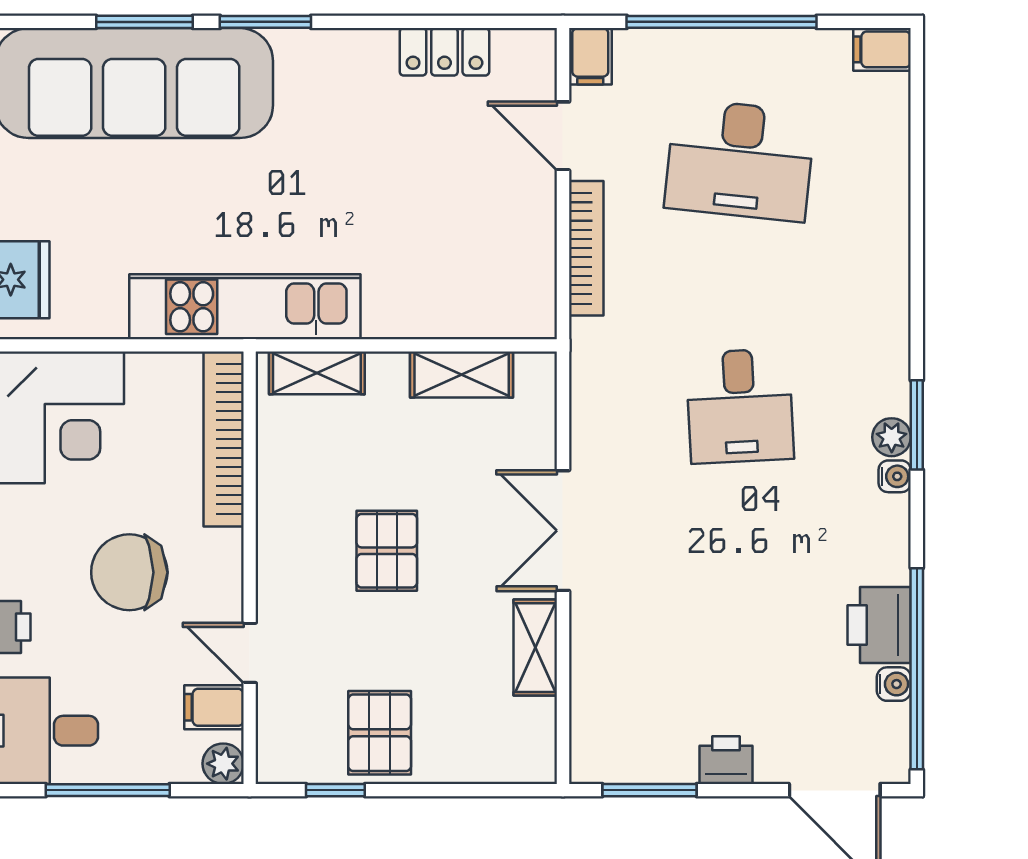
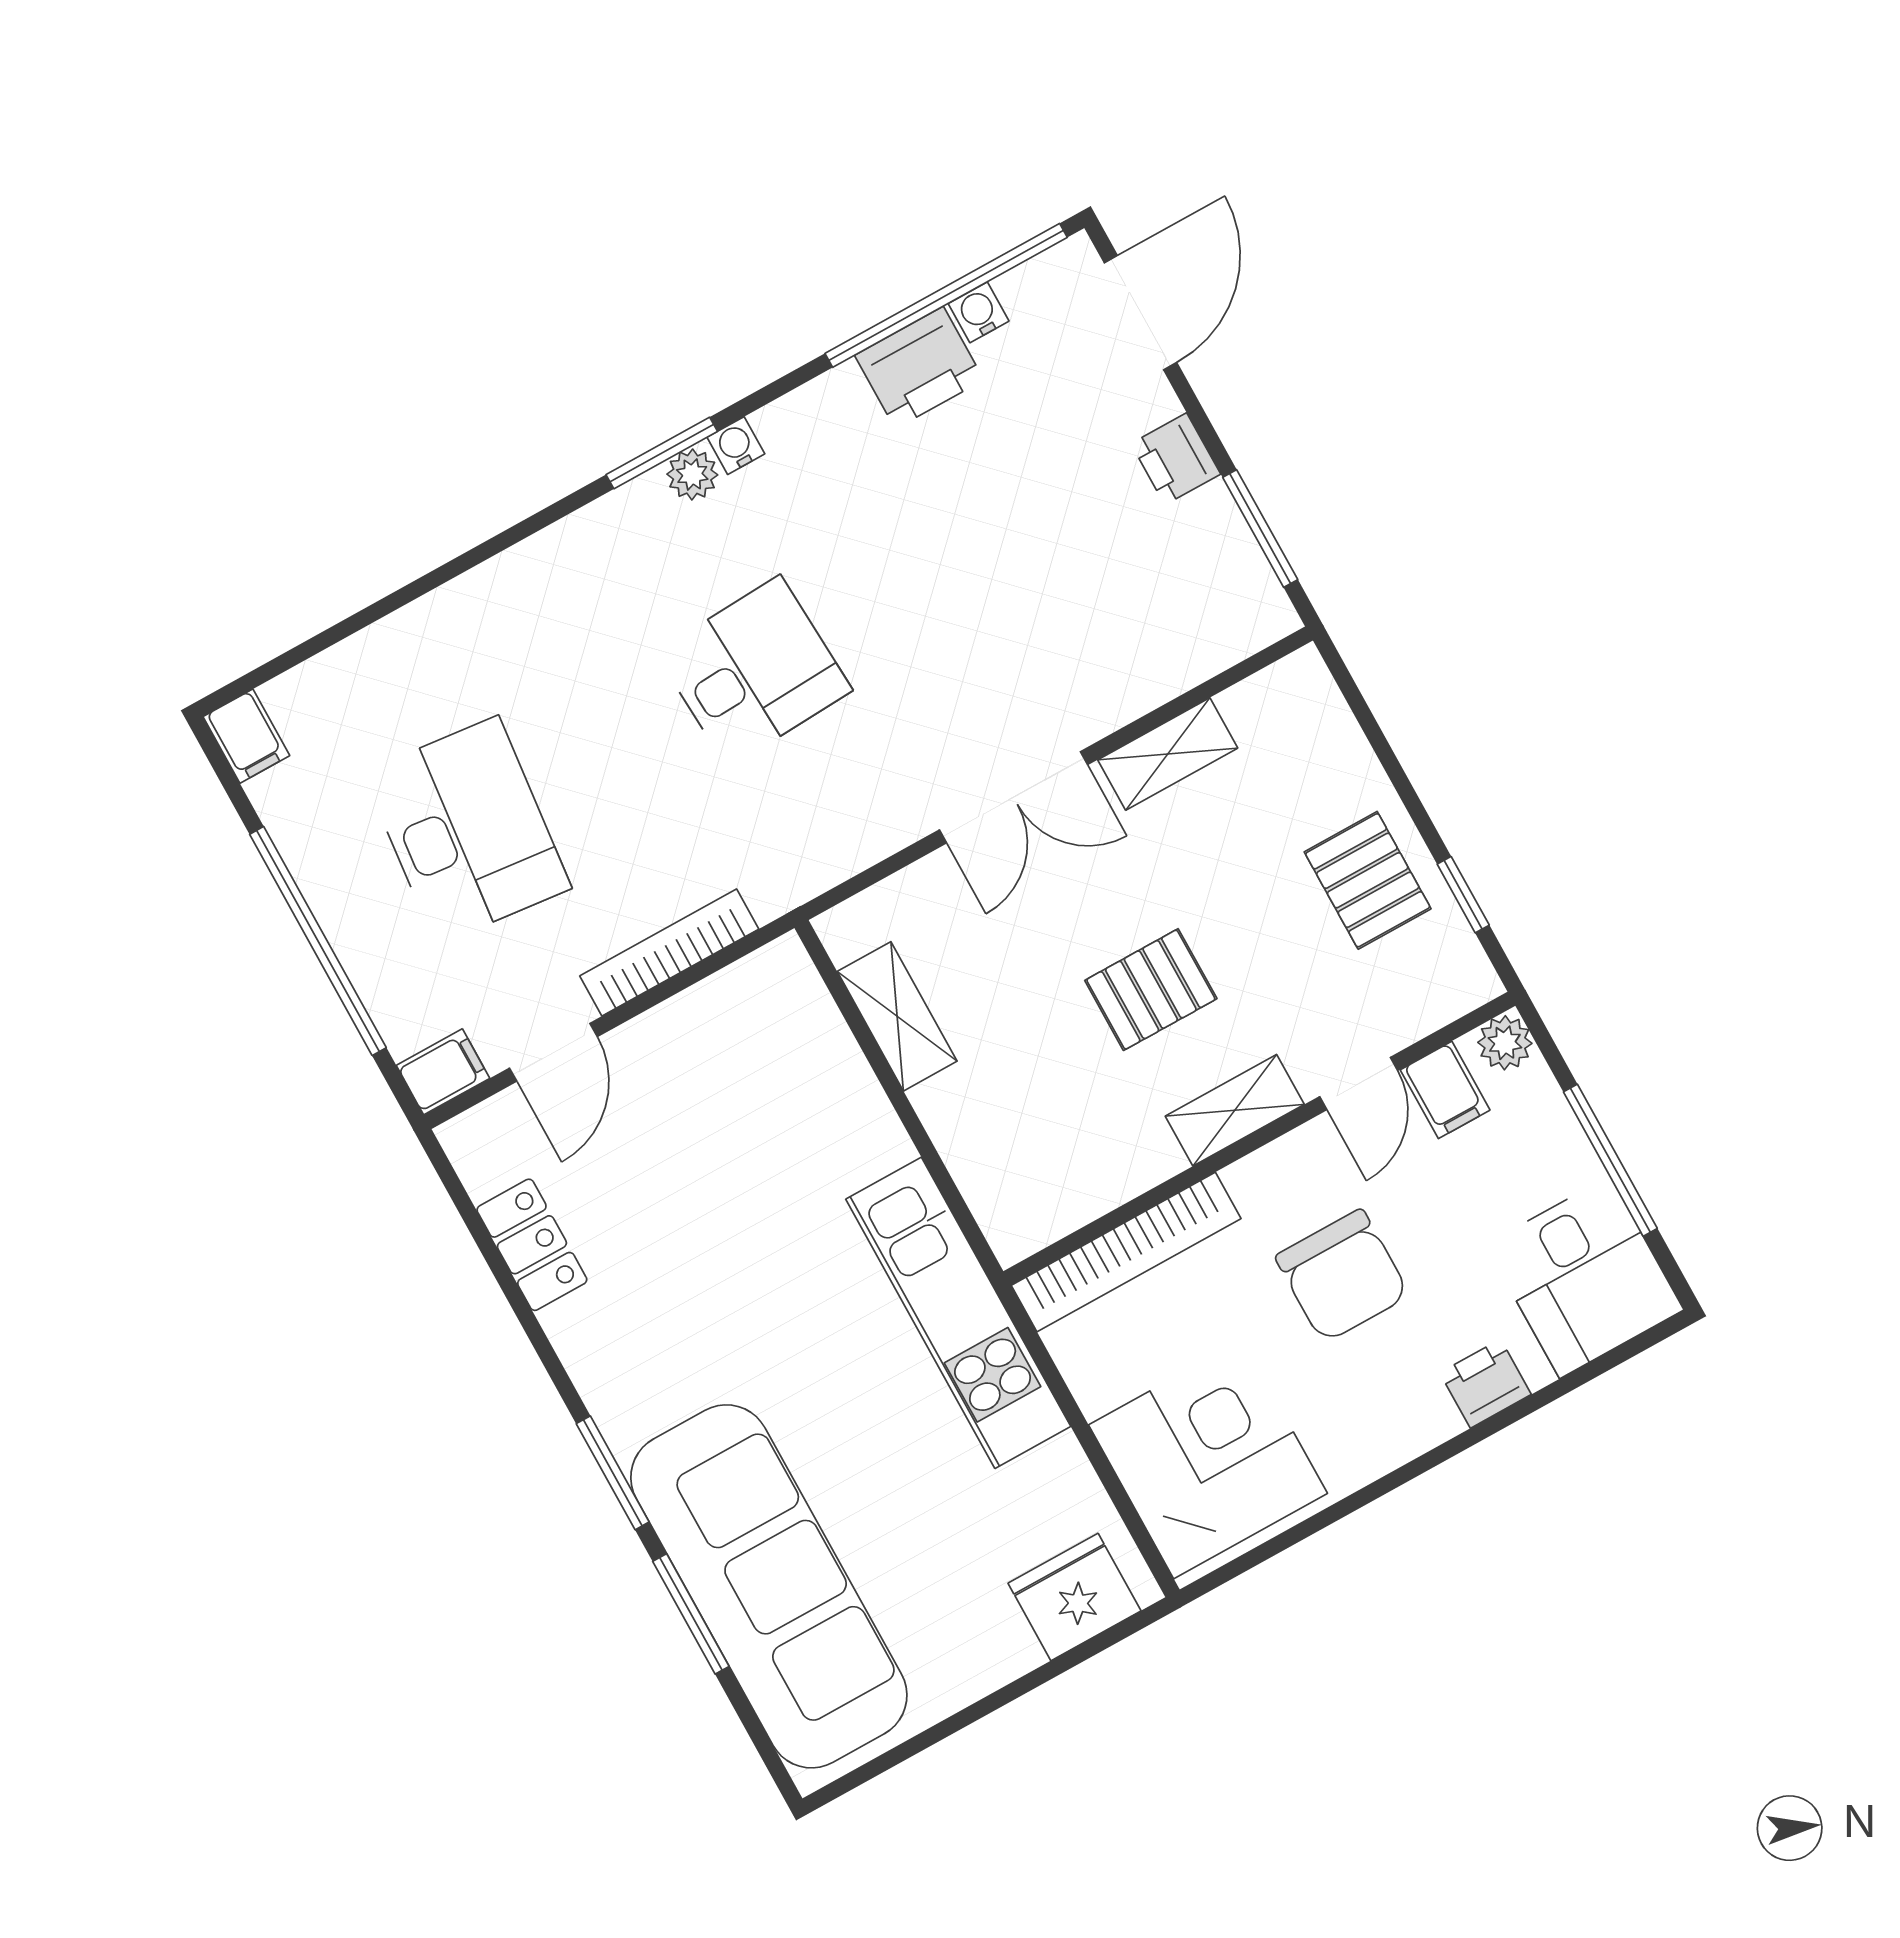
shelving: (317, 373) -> (1235, 1110), moved, turned 90
pallet: (380, 733) -> (1368, 880), turned 90

